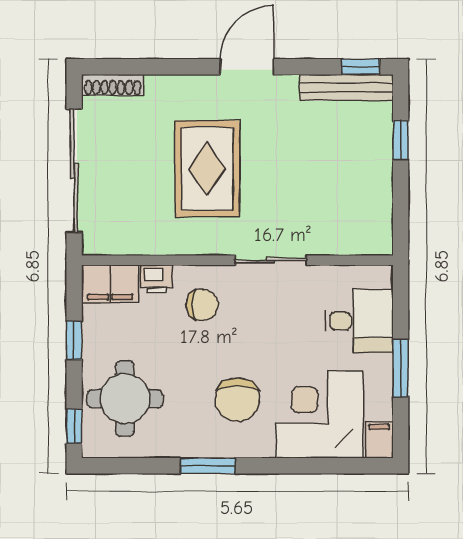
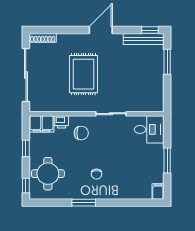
window: (401, 140) -> (167, 62), width x1.50
desk: (359, 321) -> (149, 129), moved
chair: (237, 400) -> (97, 174), width x0.54, depth x0.54
corner desk: (319, 415) -> (132, 181), removed

